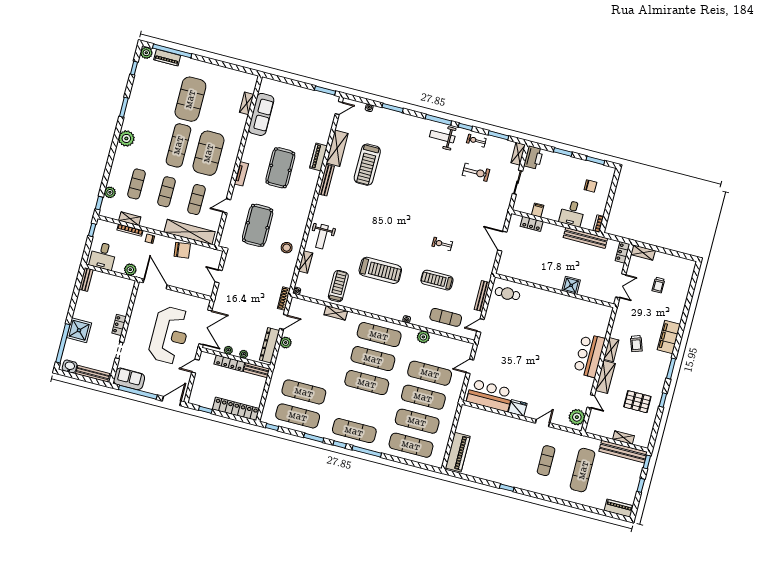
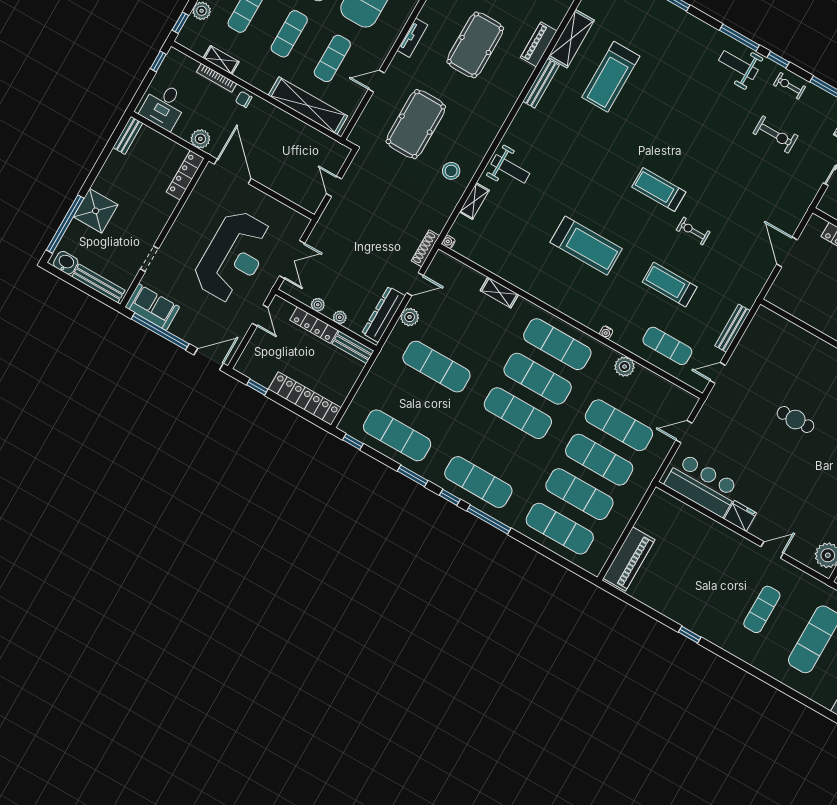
weight bench: (322, 237) -> (510, 169), turned -90
chair: (182, 250) -> (289, 131), removed
treadmill: (338, 286) -> (659, 189), moved, turned -90
cafe table: (507, 294) -> (795, 420), moved
locker: (119, 325) -> (185, 175), moved, width x1.53
double door: (205, 327) -> (292, 260), width x0.73
door: (195, 366) -> (260, 315), swing flipped
exercise mat: (304, 392) -> (436, 367), moved

